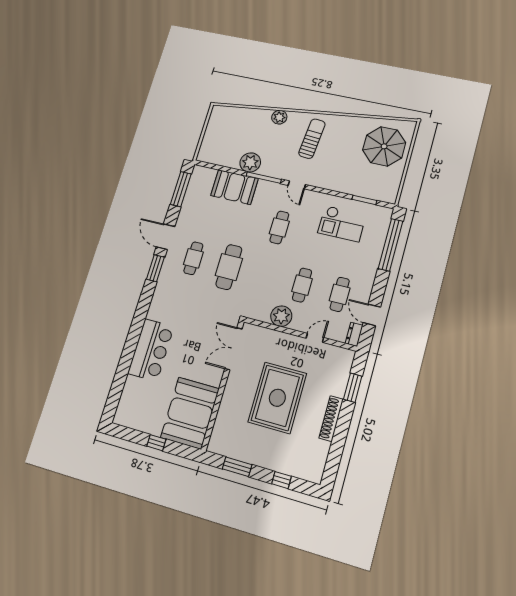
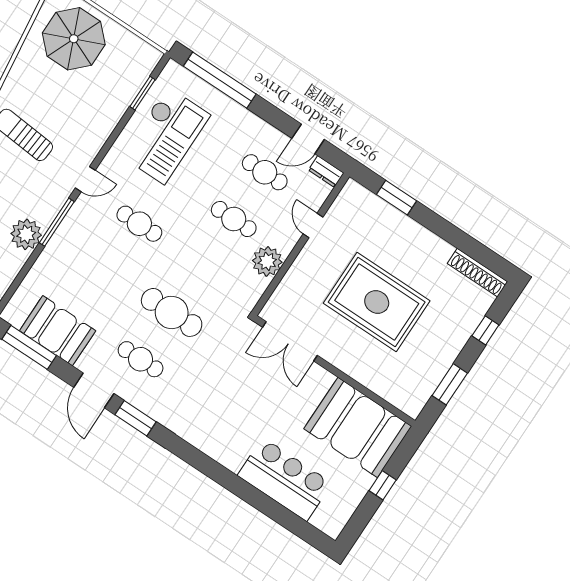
booth: (234, 187) -> (58, 331), moved, turned 90
checkout: (342, 224) -> (166, 135), width x1.36, depth x1.21
door: (165, 237) -> (94, 390), hinge flipped
bar counter: (151, 350) -> (285, 479), moved
shoe rack: (331, 419) -> (477, 273), moved

